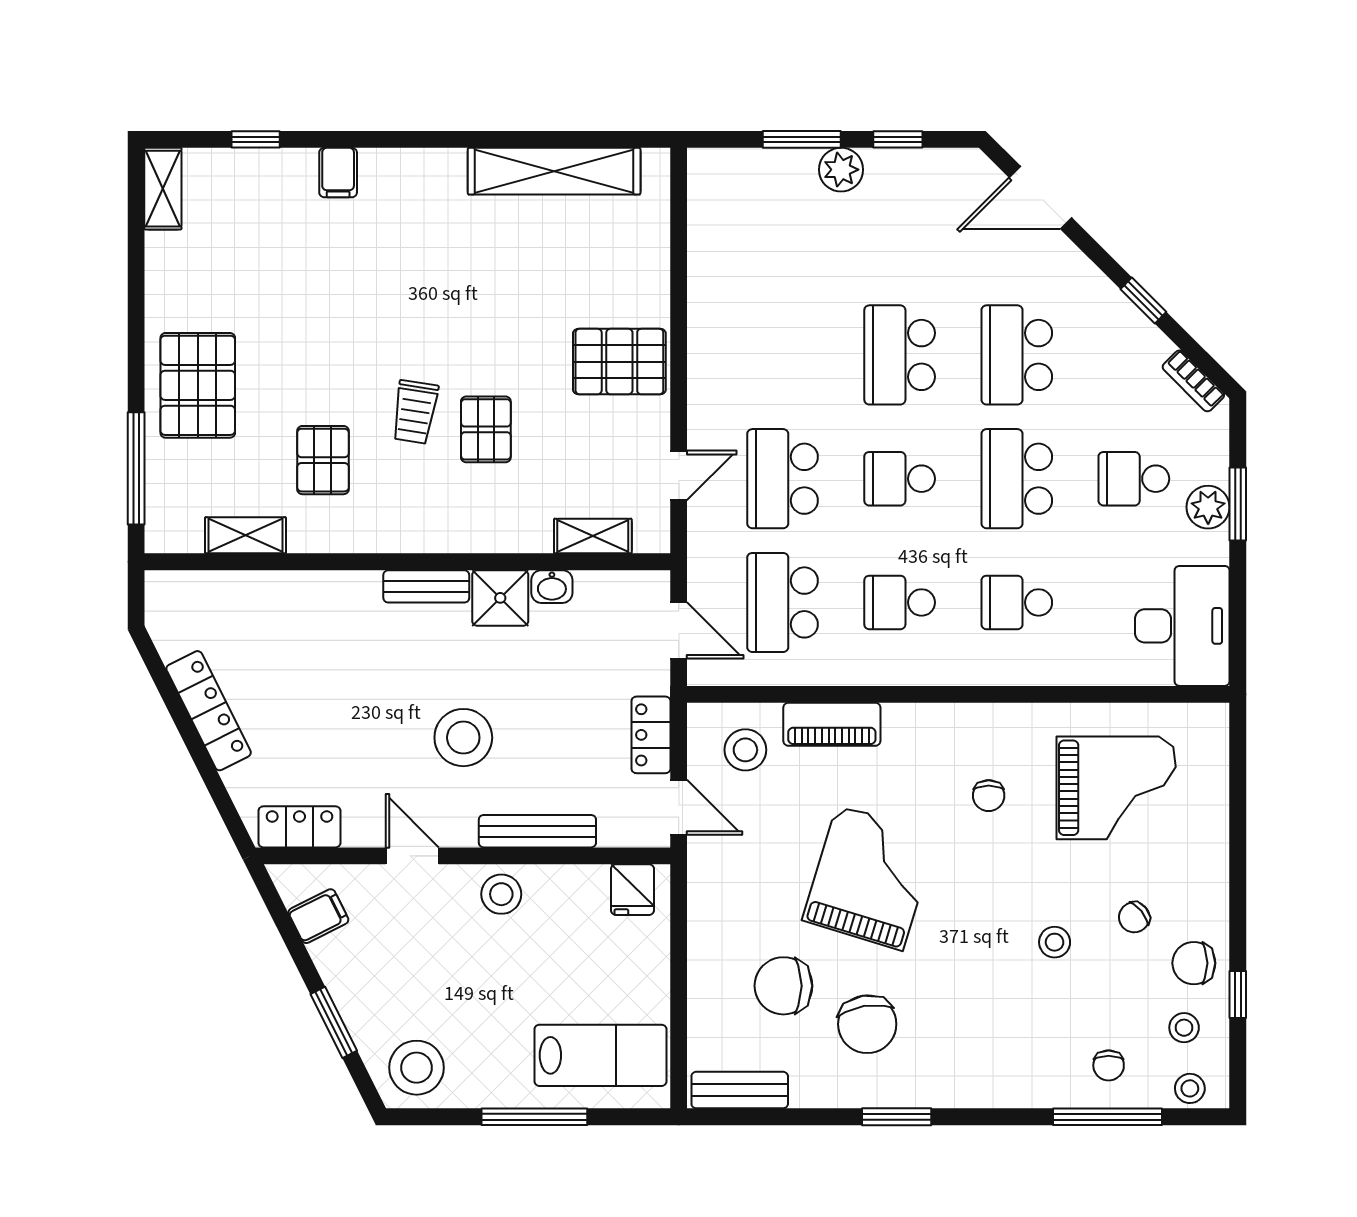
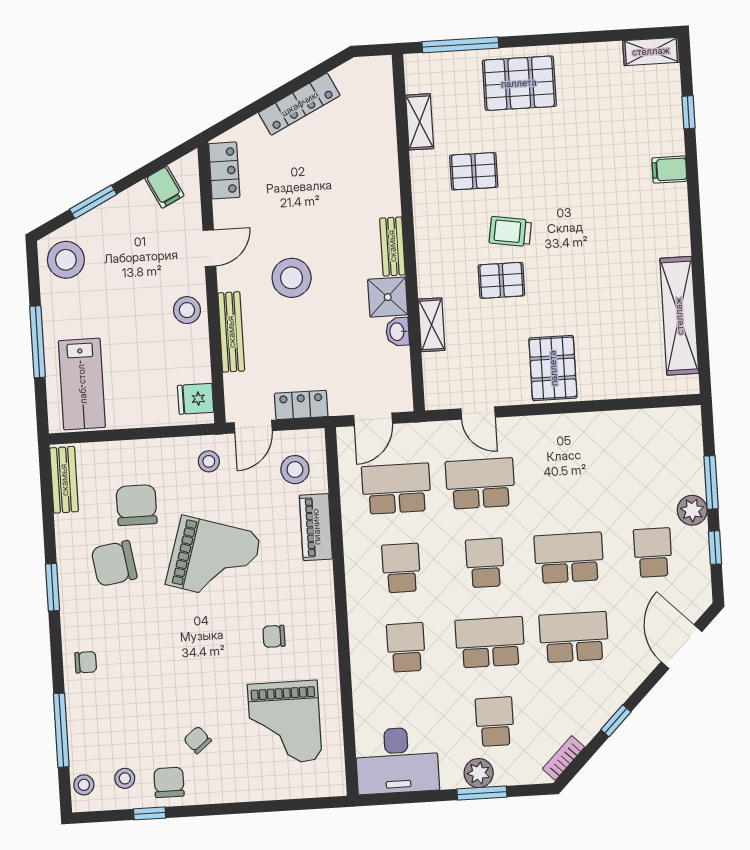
school desk: (900, 231) -> (653, 553), added
shelving: (593, 536) -> (432, 325), moved
stool: (1055, 942) -> (209, 461), moved
chair: (1109, 1065) -> (86, 662), moved, turned 180

